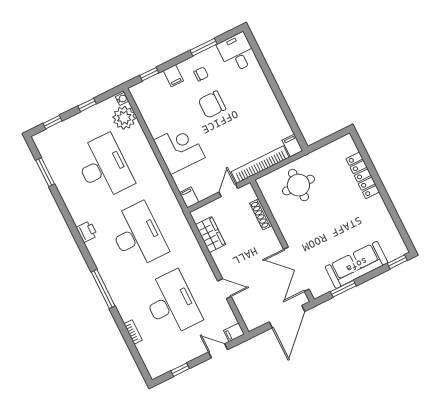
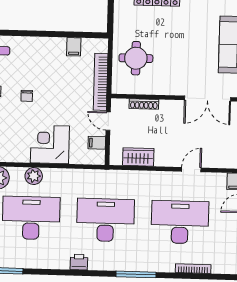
chair: (212, 105) -> (27, 96), width x0.54, depth x0.54
filing cabinet: (292, 145) -> (74, 47), moved, turned -90
plant: (143, 149) -> (34, 176), added
filing cabinet: (189, 197) -> (97, 143), moved
bookcase: (133, 332) -> (193, 269), width x1.56

